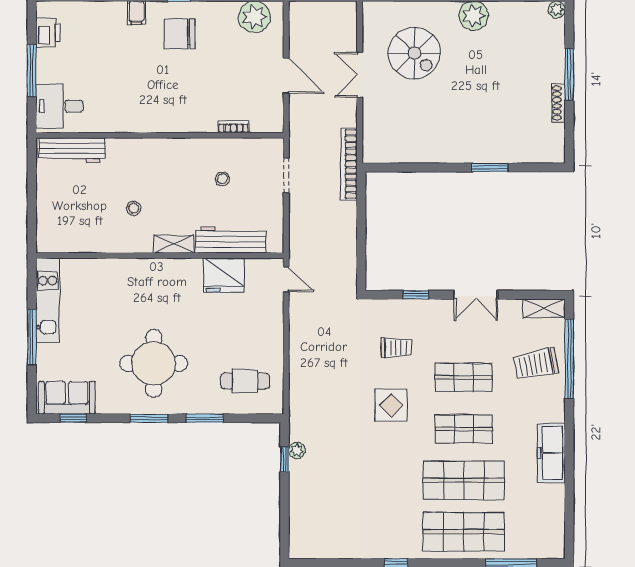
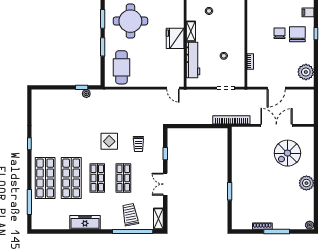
chair: (178, 69) -> (279, 33), added
double door: (360, 75) -> (276, 125), width x1.37
fridge: (224, 275) -> (175, 38), moved
door: (286, 279) -> (173, 88), hinge flipped
cafe table: (245, 381) -> (121, 67), width x1.37, depth x1.35

